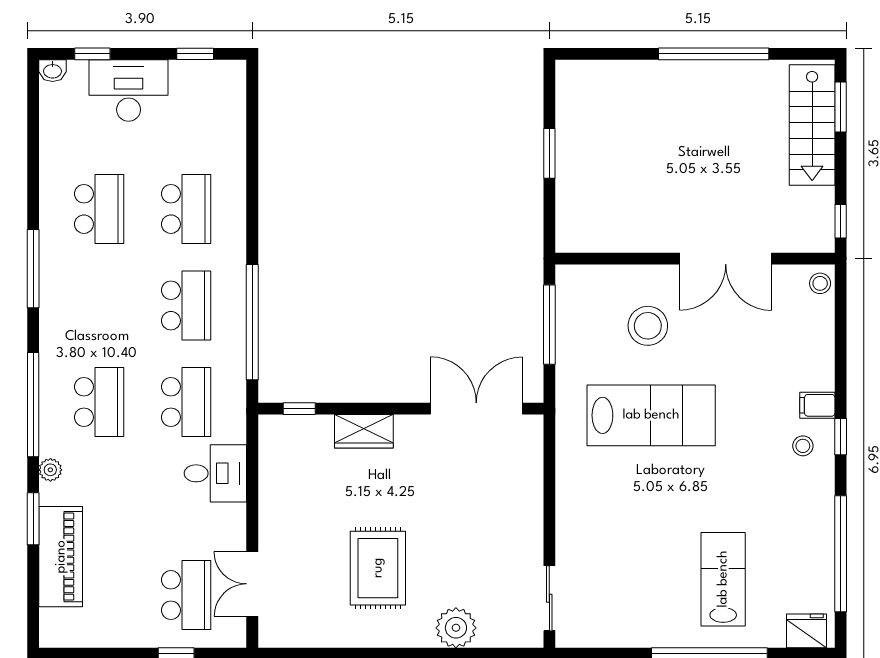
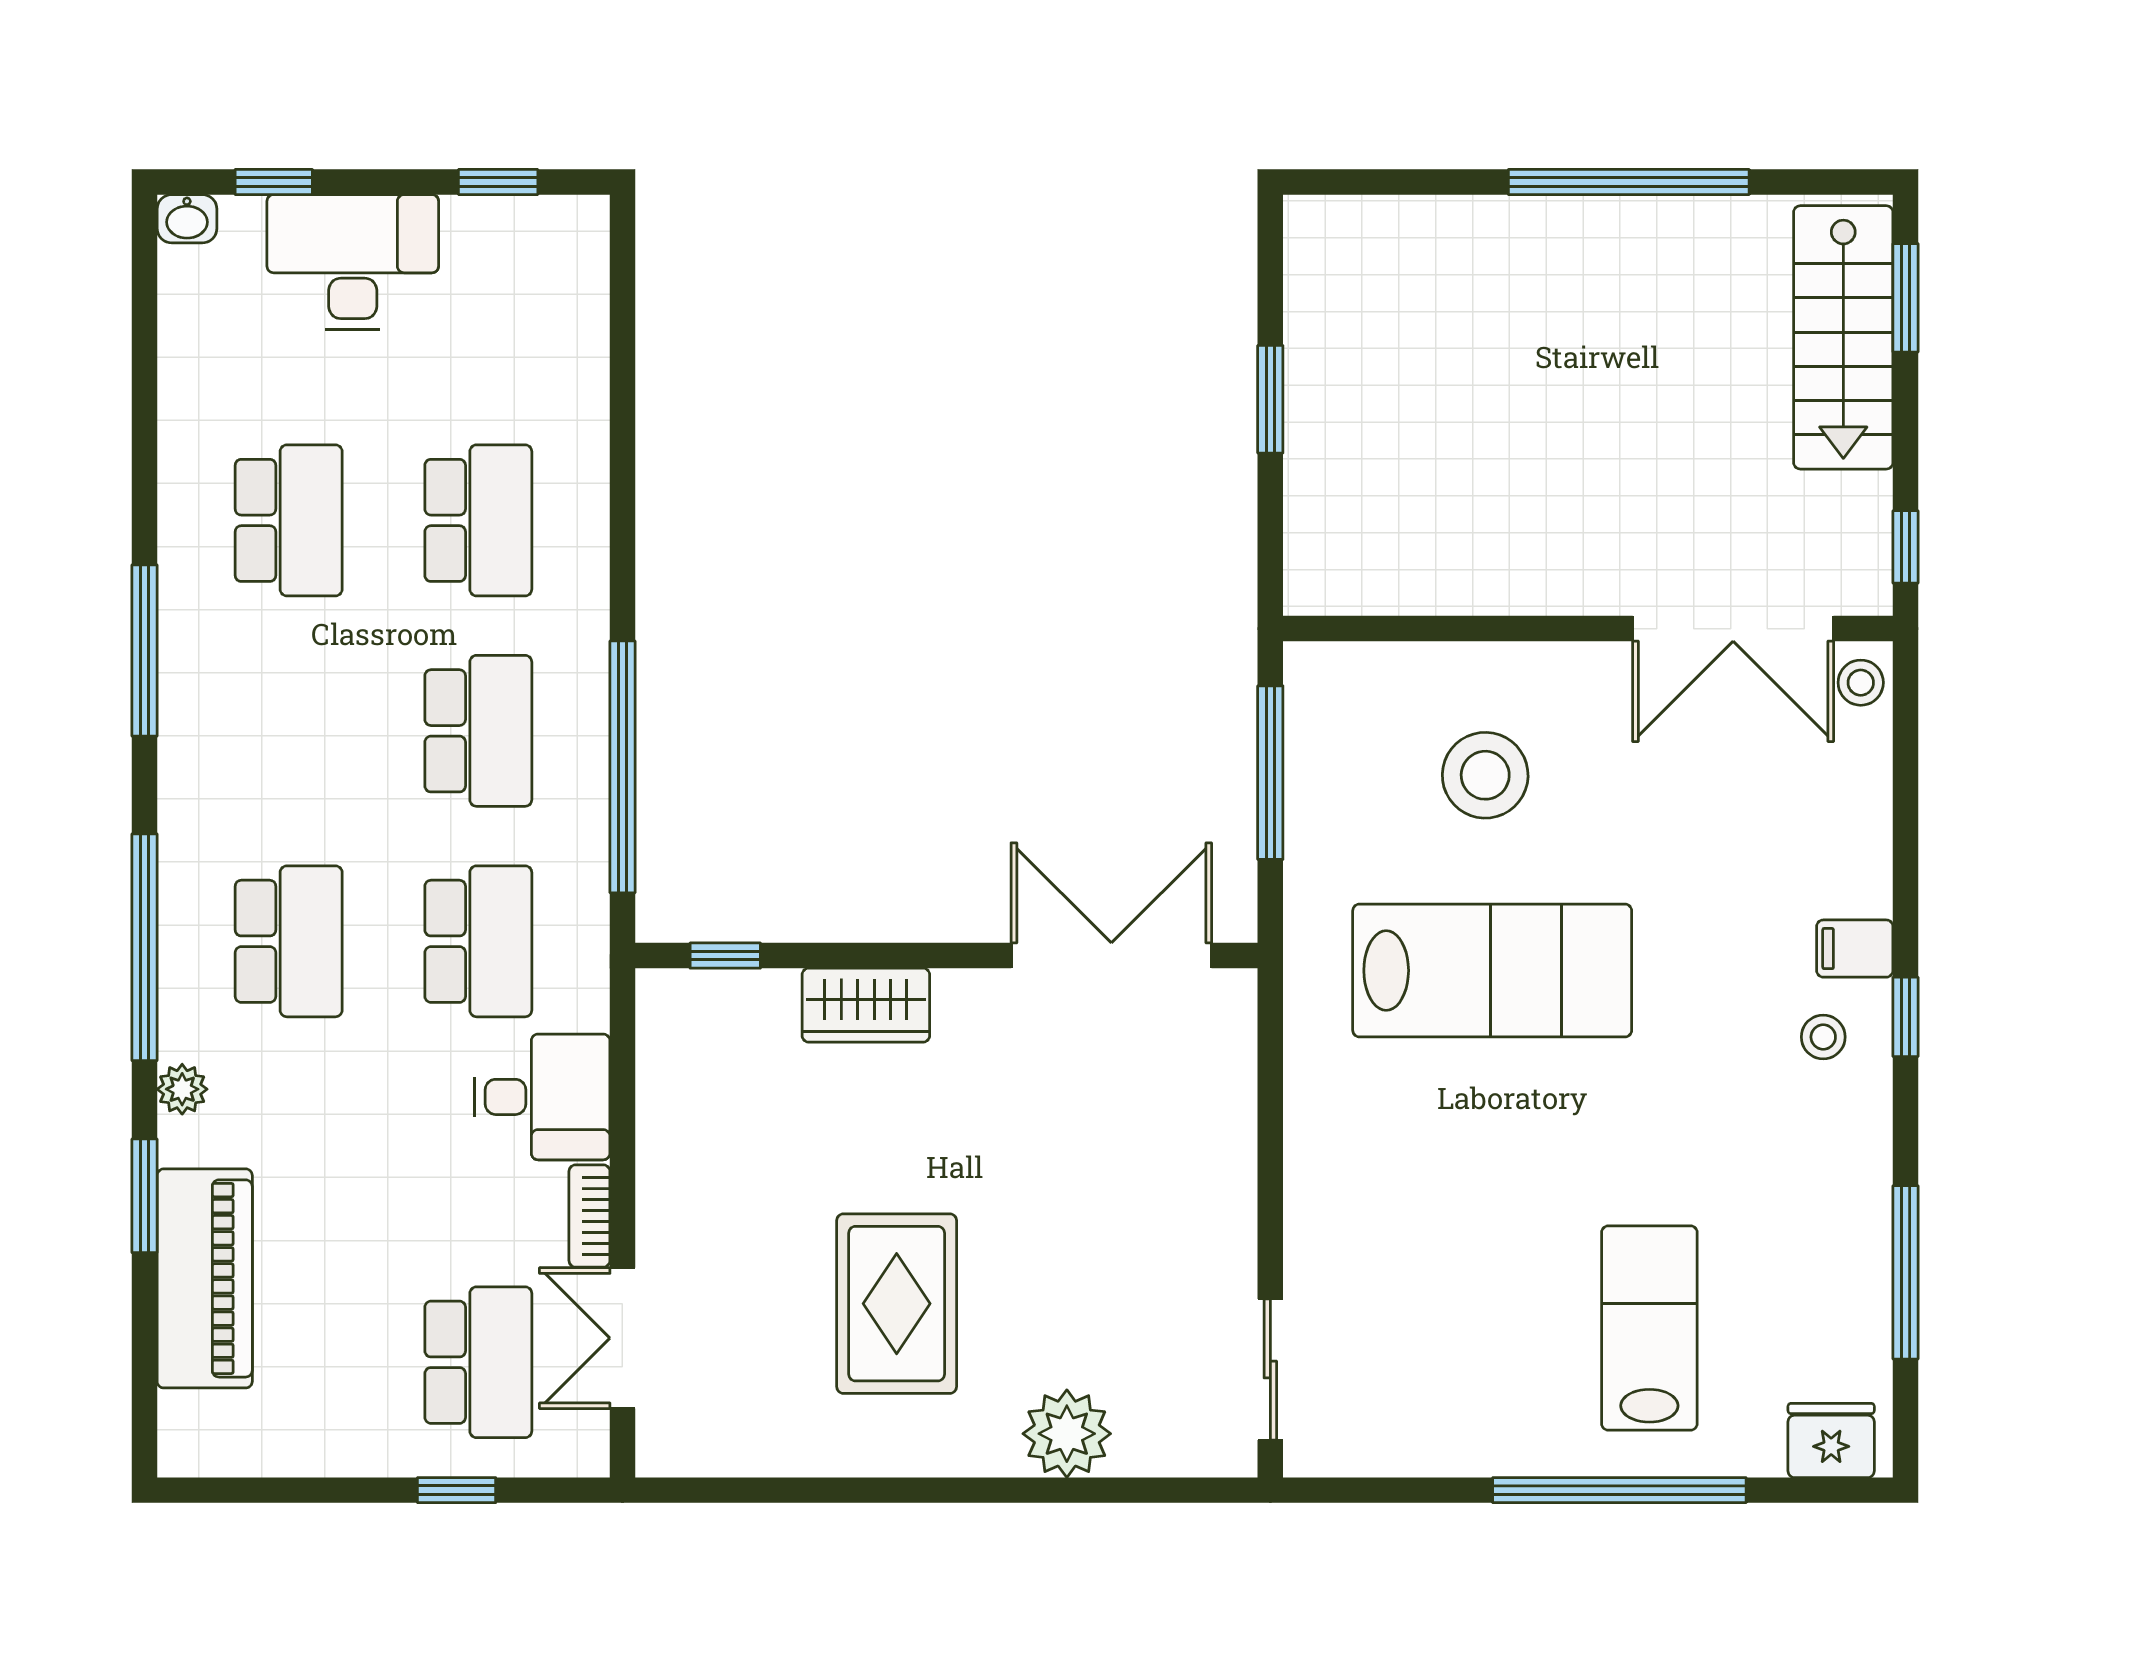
double door: (726, 259) -> (1733, 629), moved
bookcase: (237, 528) -> (589, 1216), added
window: (841, 554) -> (1906, 1272), width x0.68

